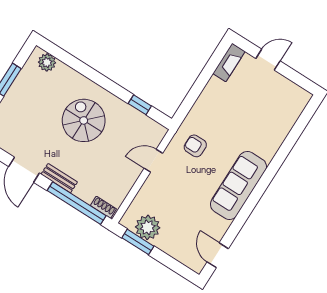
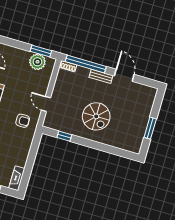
plant: (47, 62) -> (129, 146), removed
door: (153, 161) -> (46, 104), swing flipped

